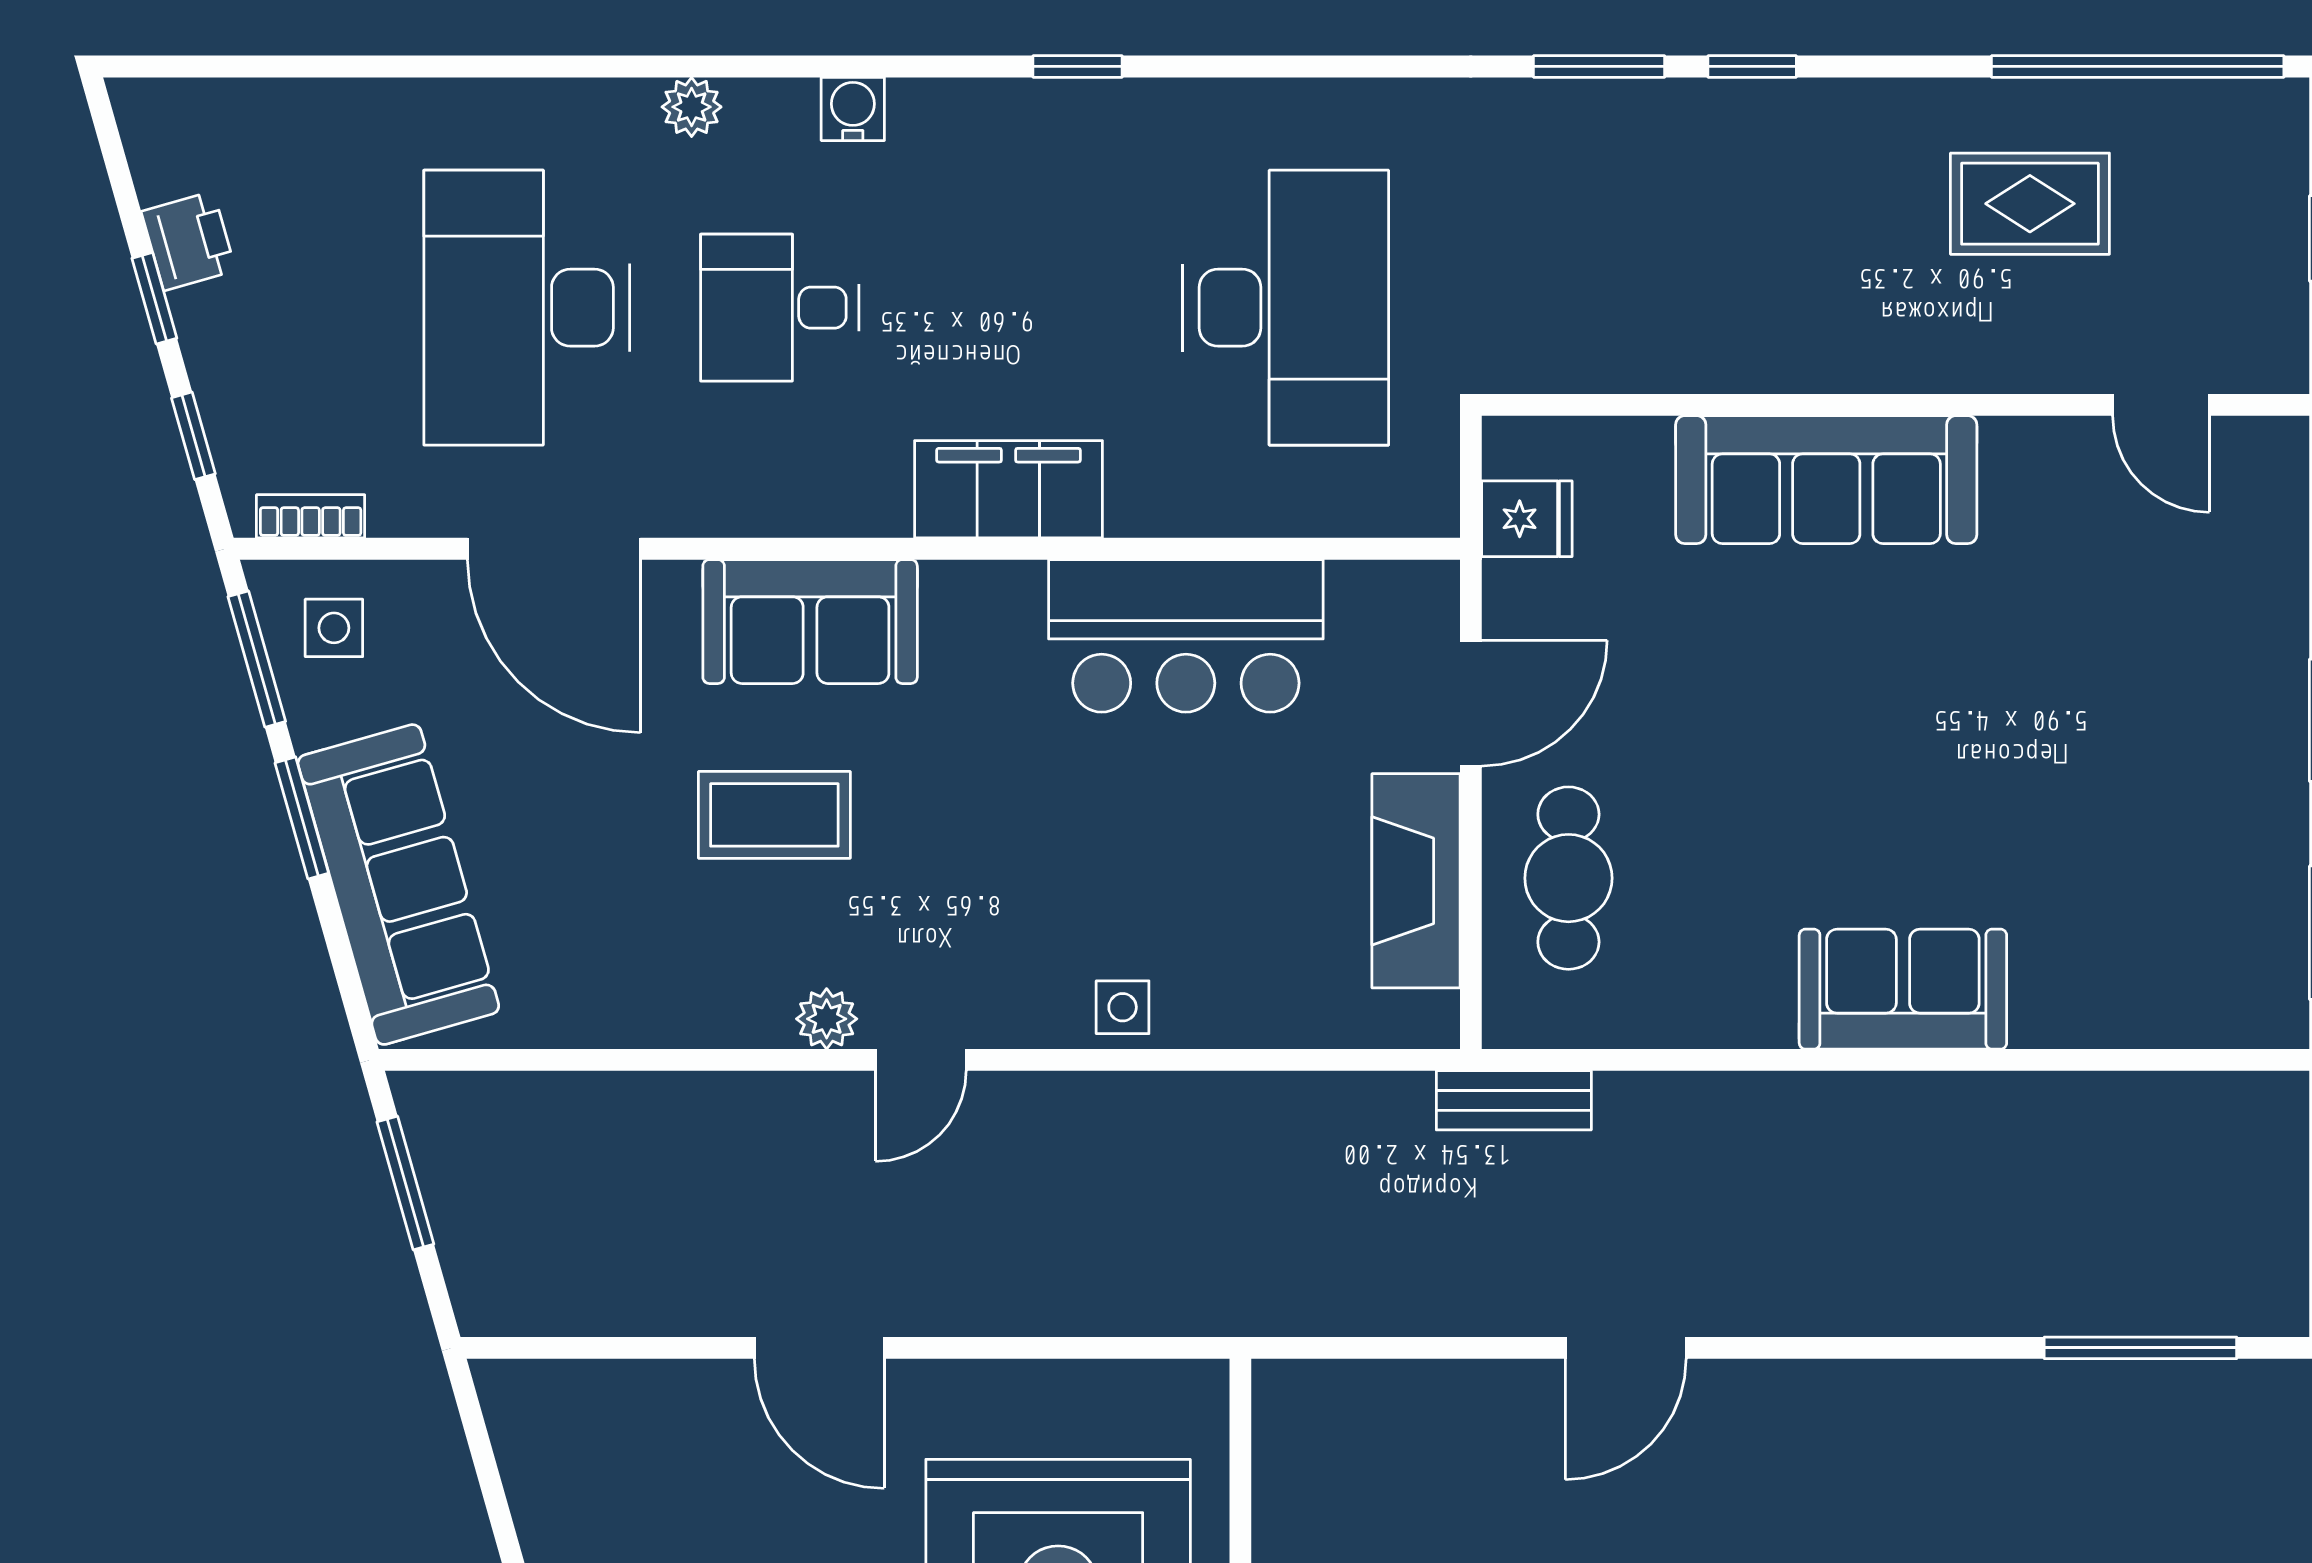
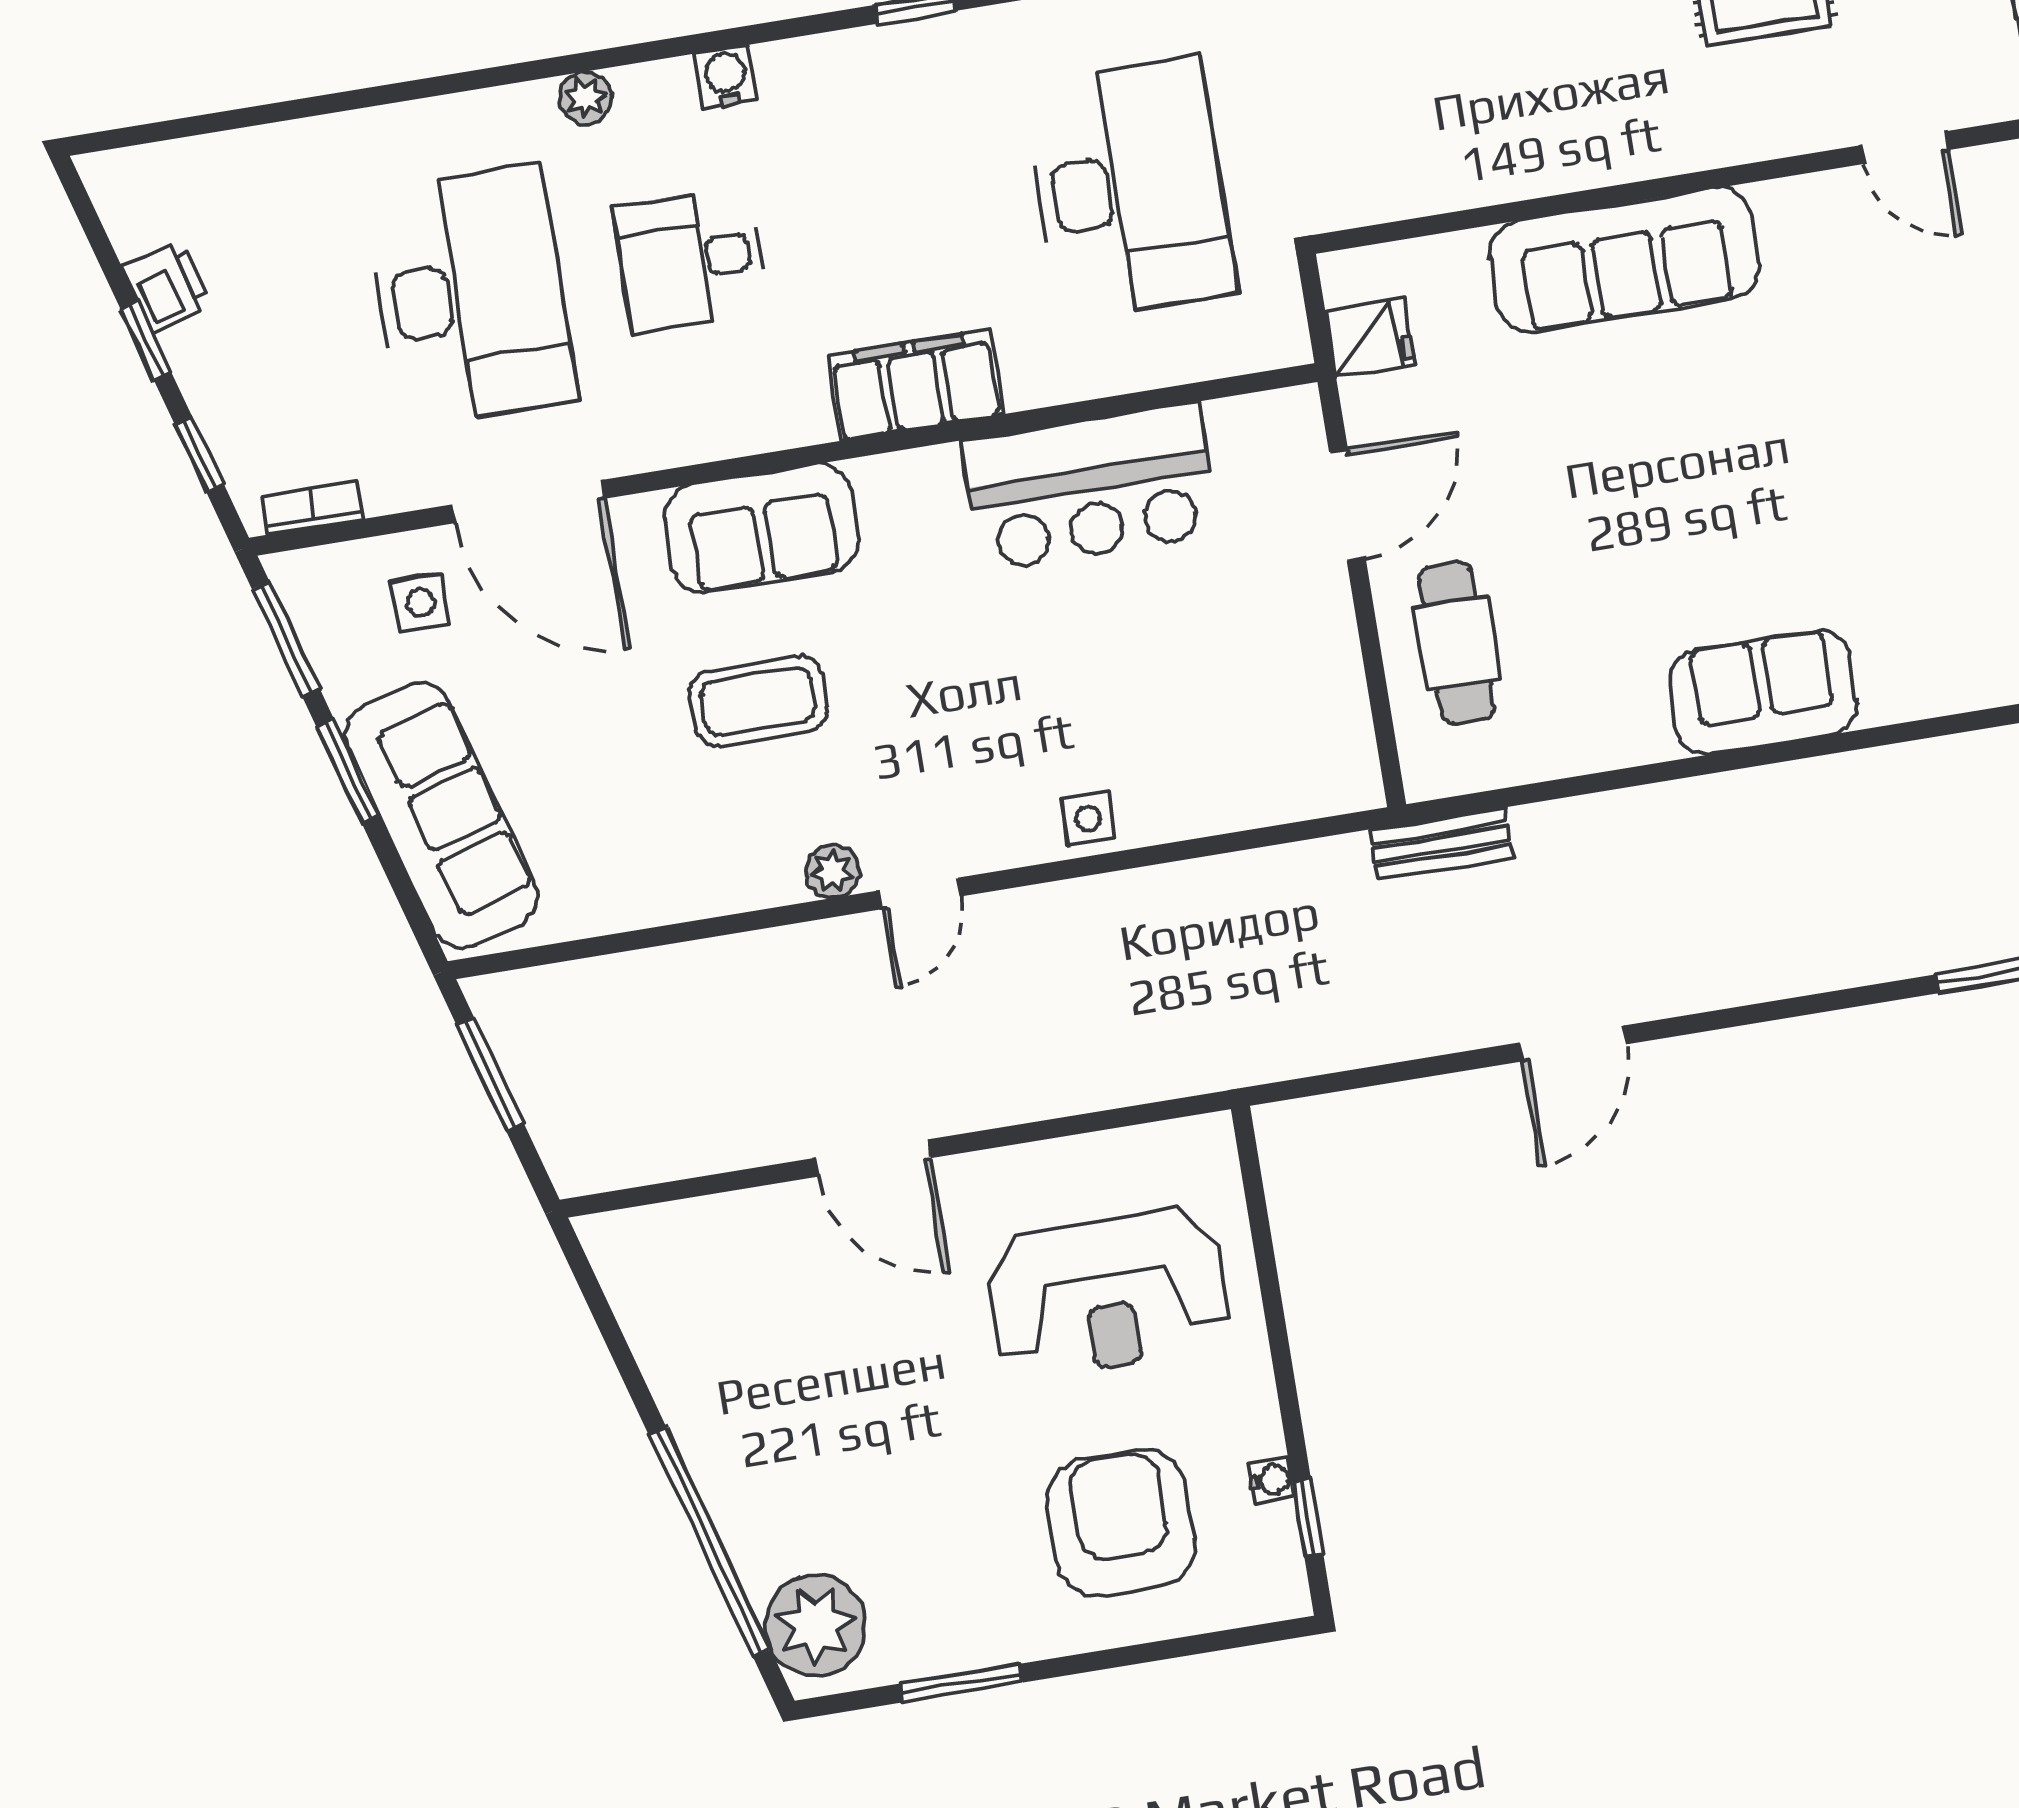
desk: (527, 308) -> (471, 296), turned 180
side table: (334, 628) -> (420, 603), moved
fireplace: (1416, 881) -> (1325, 667), removed

